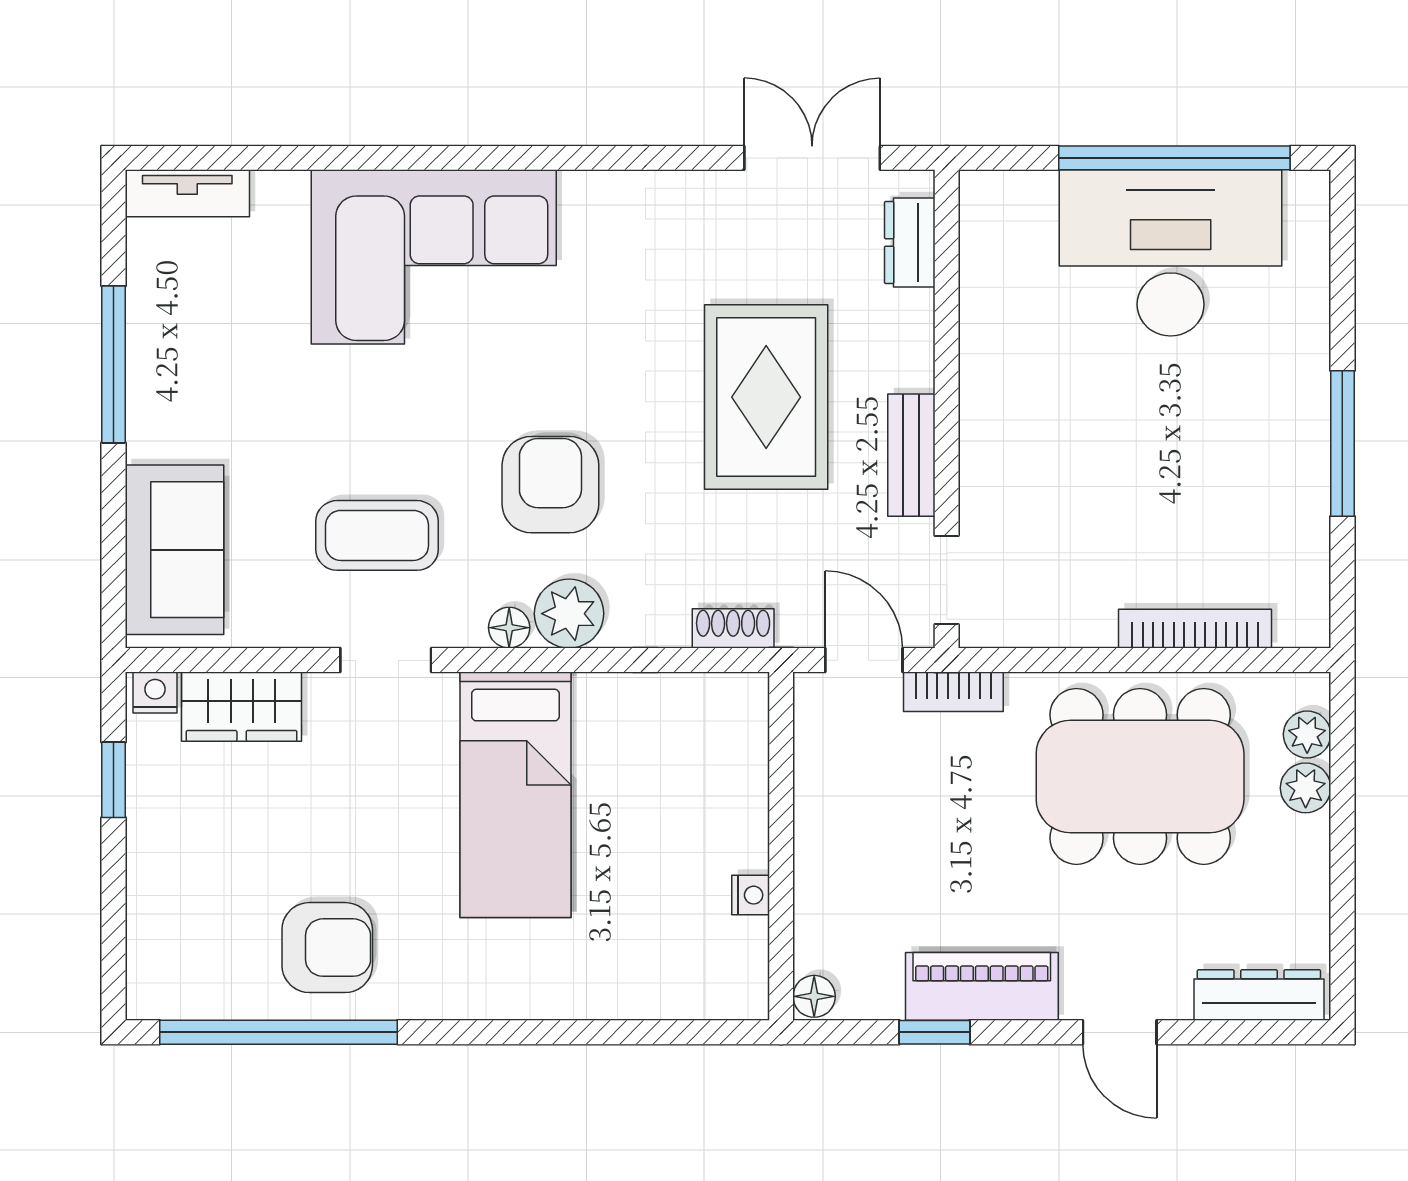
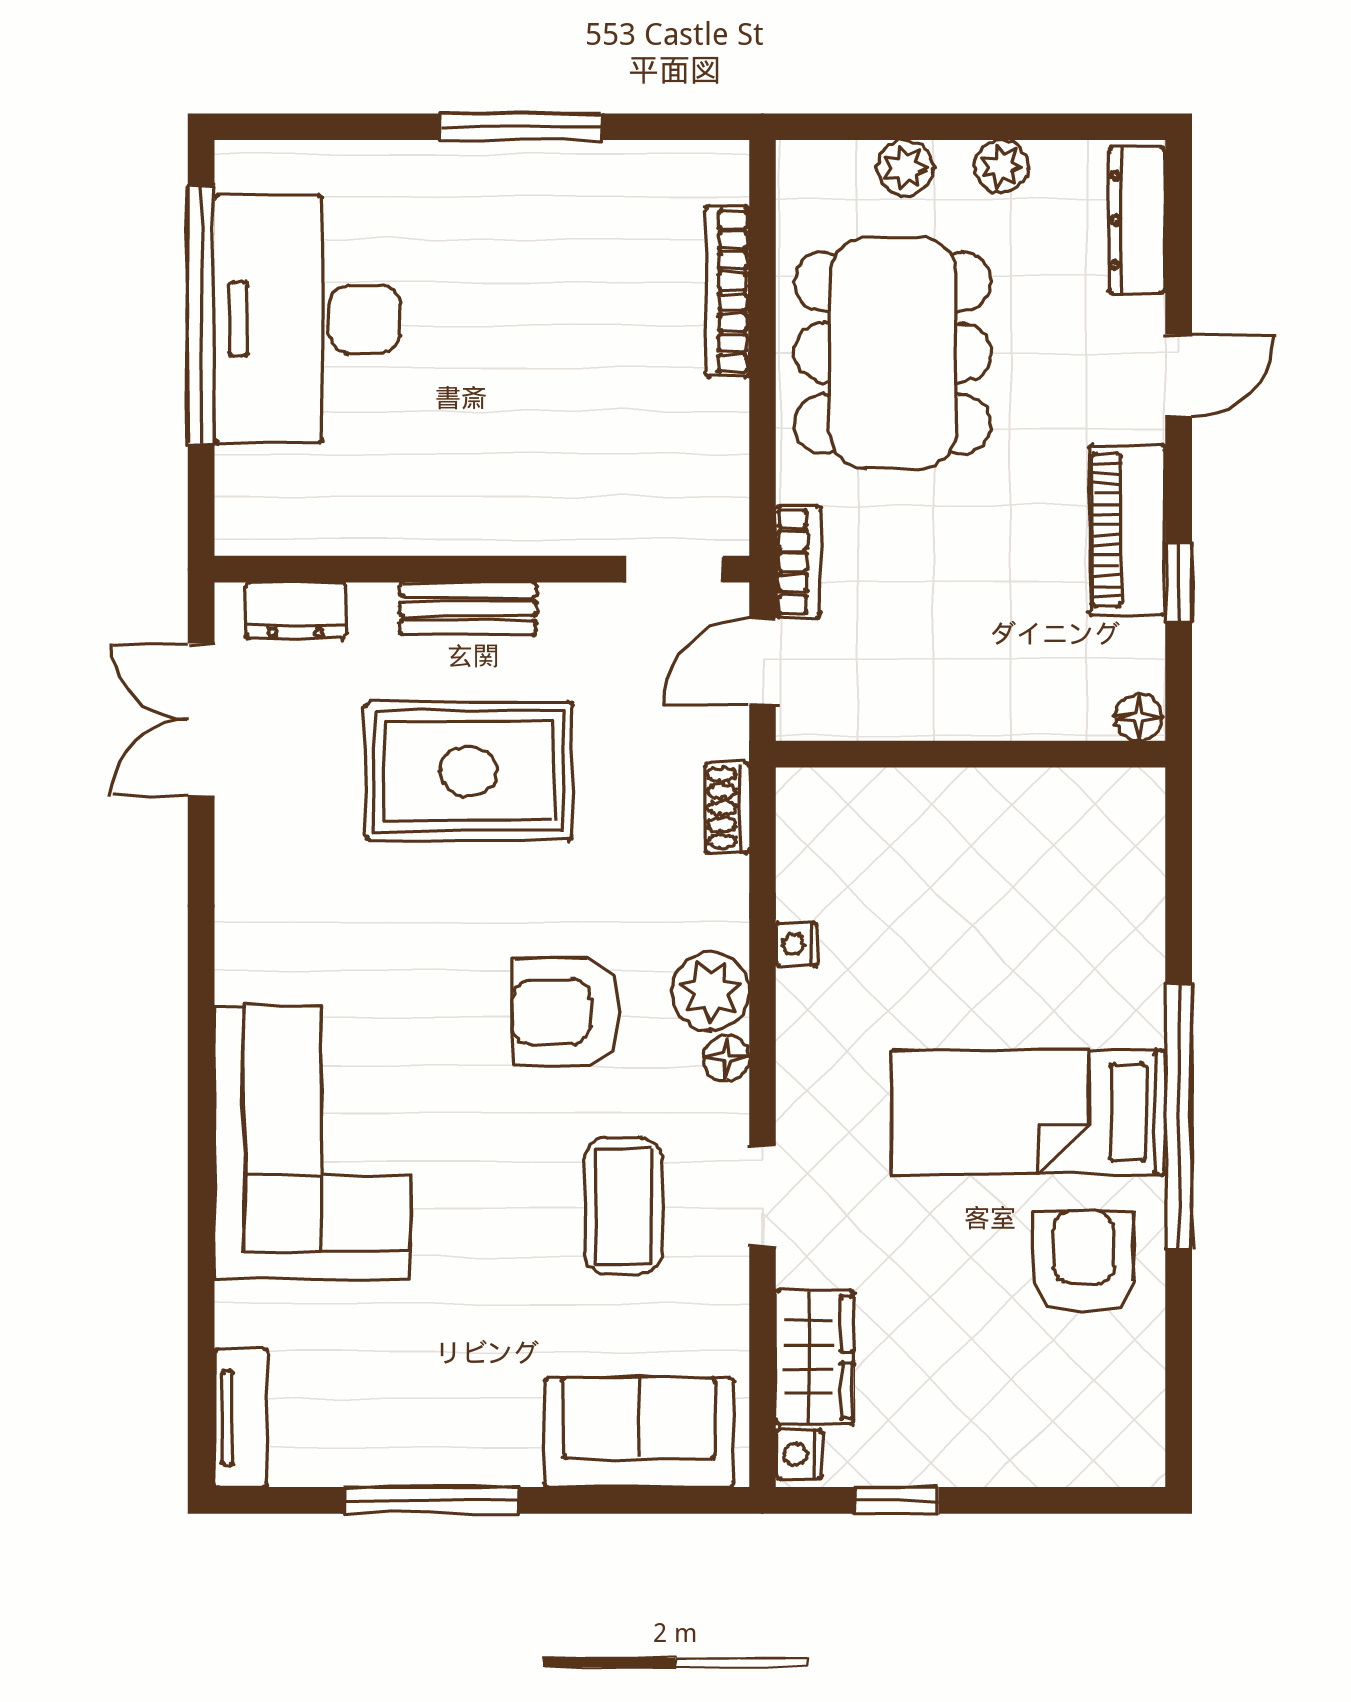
bench: (911, 455) -> (468, 609), moved
plant: (1307, 734) -> (1001, 166), moved
bed: (515, 795) -> (1028, 1112), moved, turned 180
nightstand: (751, 895) -> (797, 944), moved, turned -90
window: (279, 1032) -> (1179, 1117), moved

